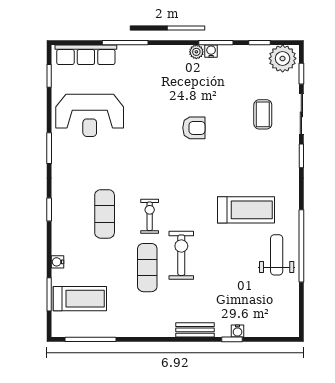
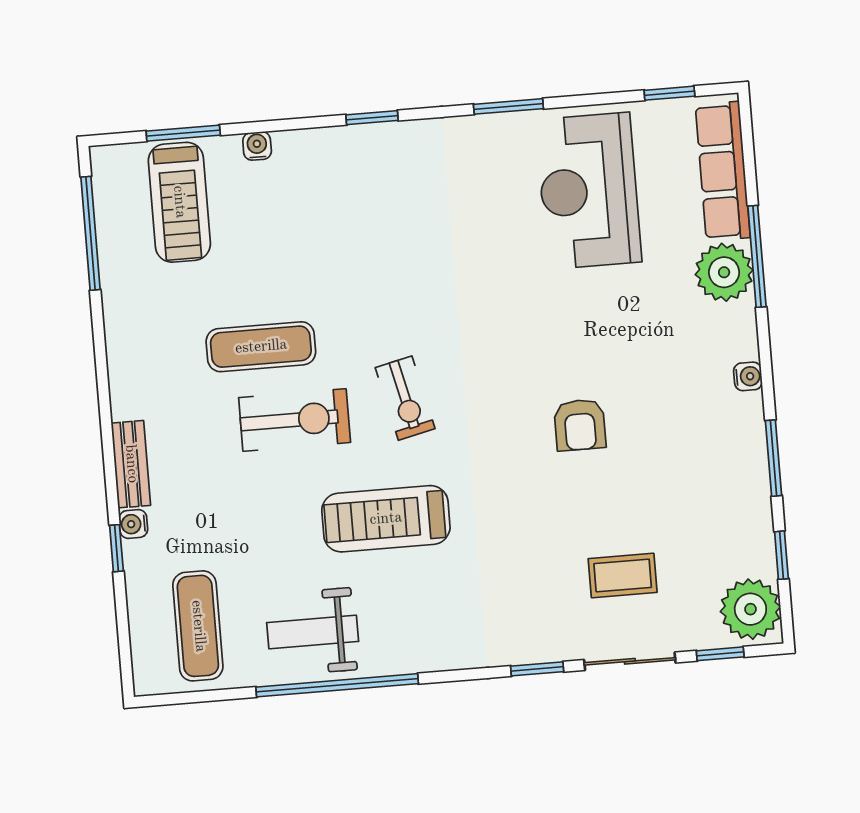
water cooler: (211, 51) -> (748, 376), moved
plant: (196, 52) -> (724, 272), moved, width x1.88, depth x1.88
treadmill: (246, 210) -> (386, 519), moved, turned 90
exercise mat: (105, 214) -> (198, 626), moved, turned 90
exercise bike: (150, 216) -> (405, 398), moved, turned 77
weight bench: (277, 255) -> (313, 632), turned 180
water cooler: (237, 331) -> (133, 524), moved

